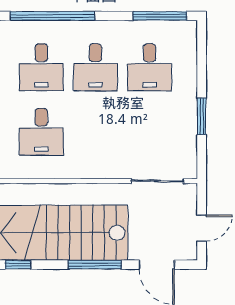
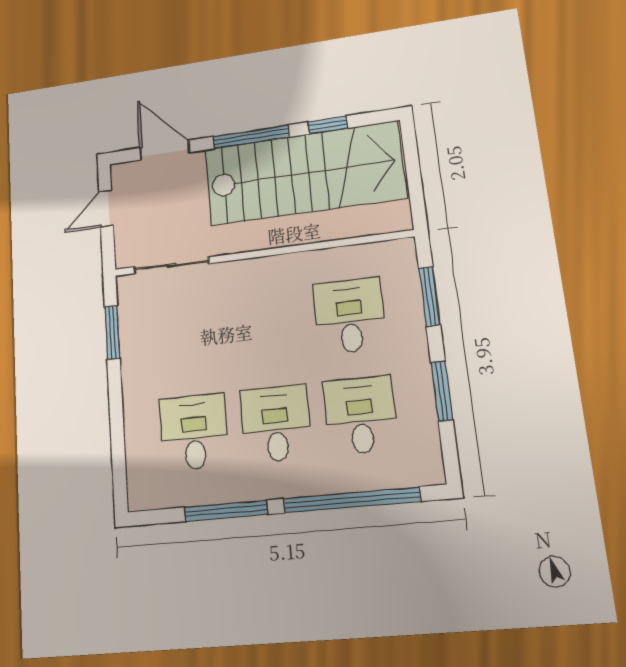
window: (160, 16) -> (226, 511), moved
window: (202, 116) -> (112, 332), moved
window: (18, 265) -> (328, 125), moved

